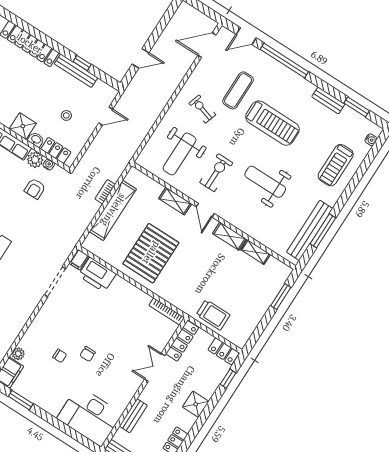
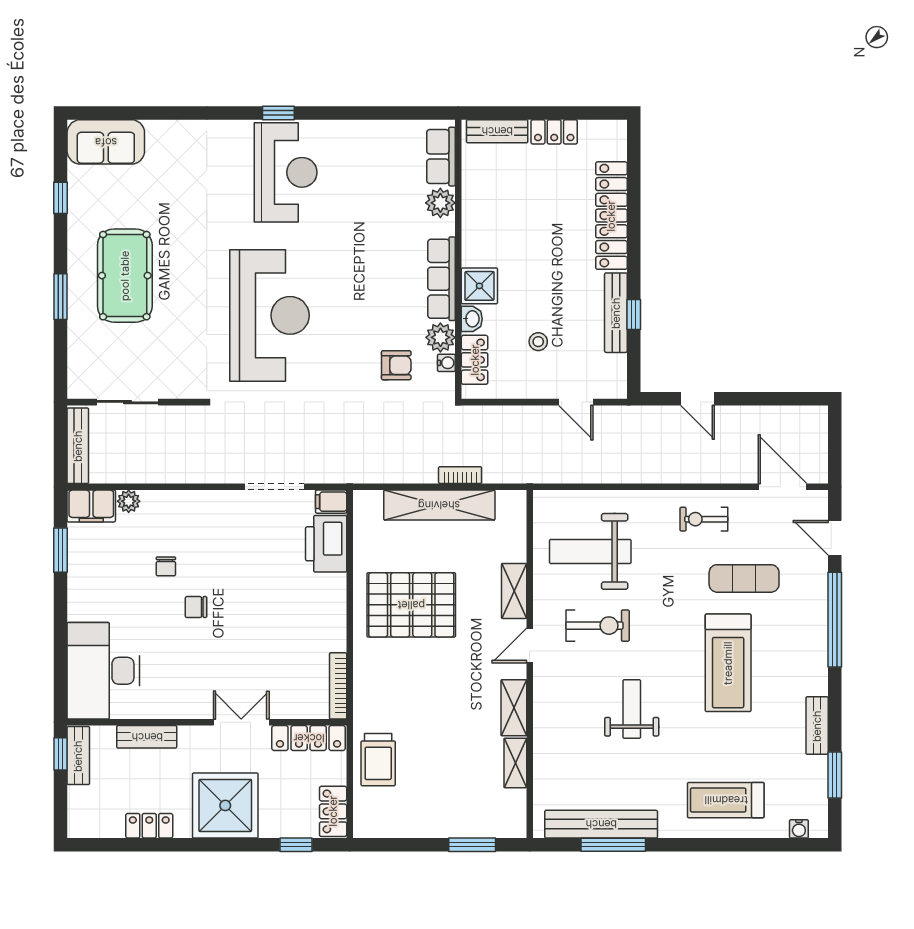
exercise bike: (202, 109) -> (704, 519), moved, turned -107
weight bench: (265, 182) -> (632, 709), width x0.73, depth x0.75
armchair: (35, 189) -> (396, 365), turned 180
shower: (196, 404) -> (225, 805), width x1.86, depth x1.86

